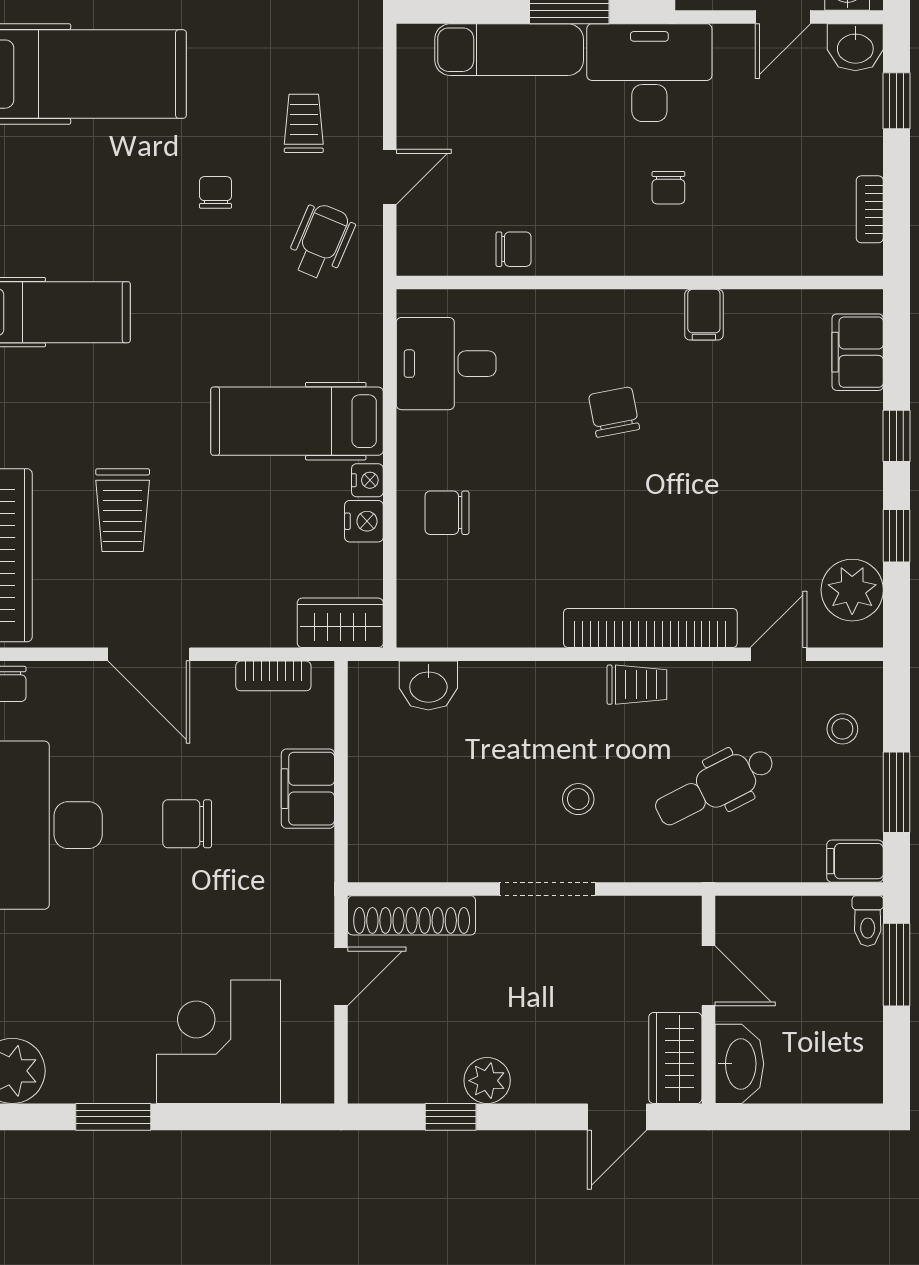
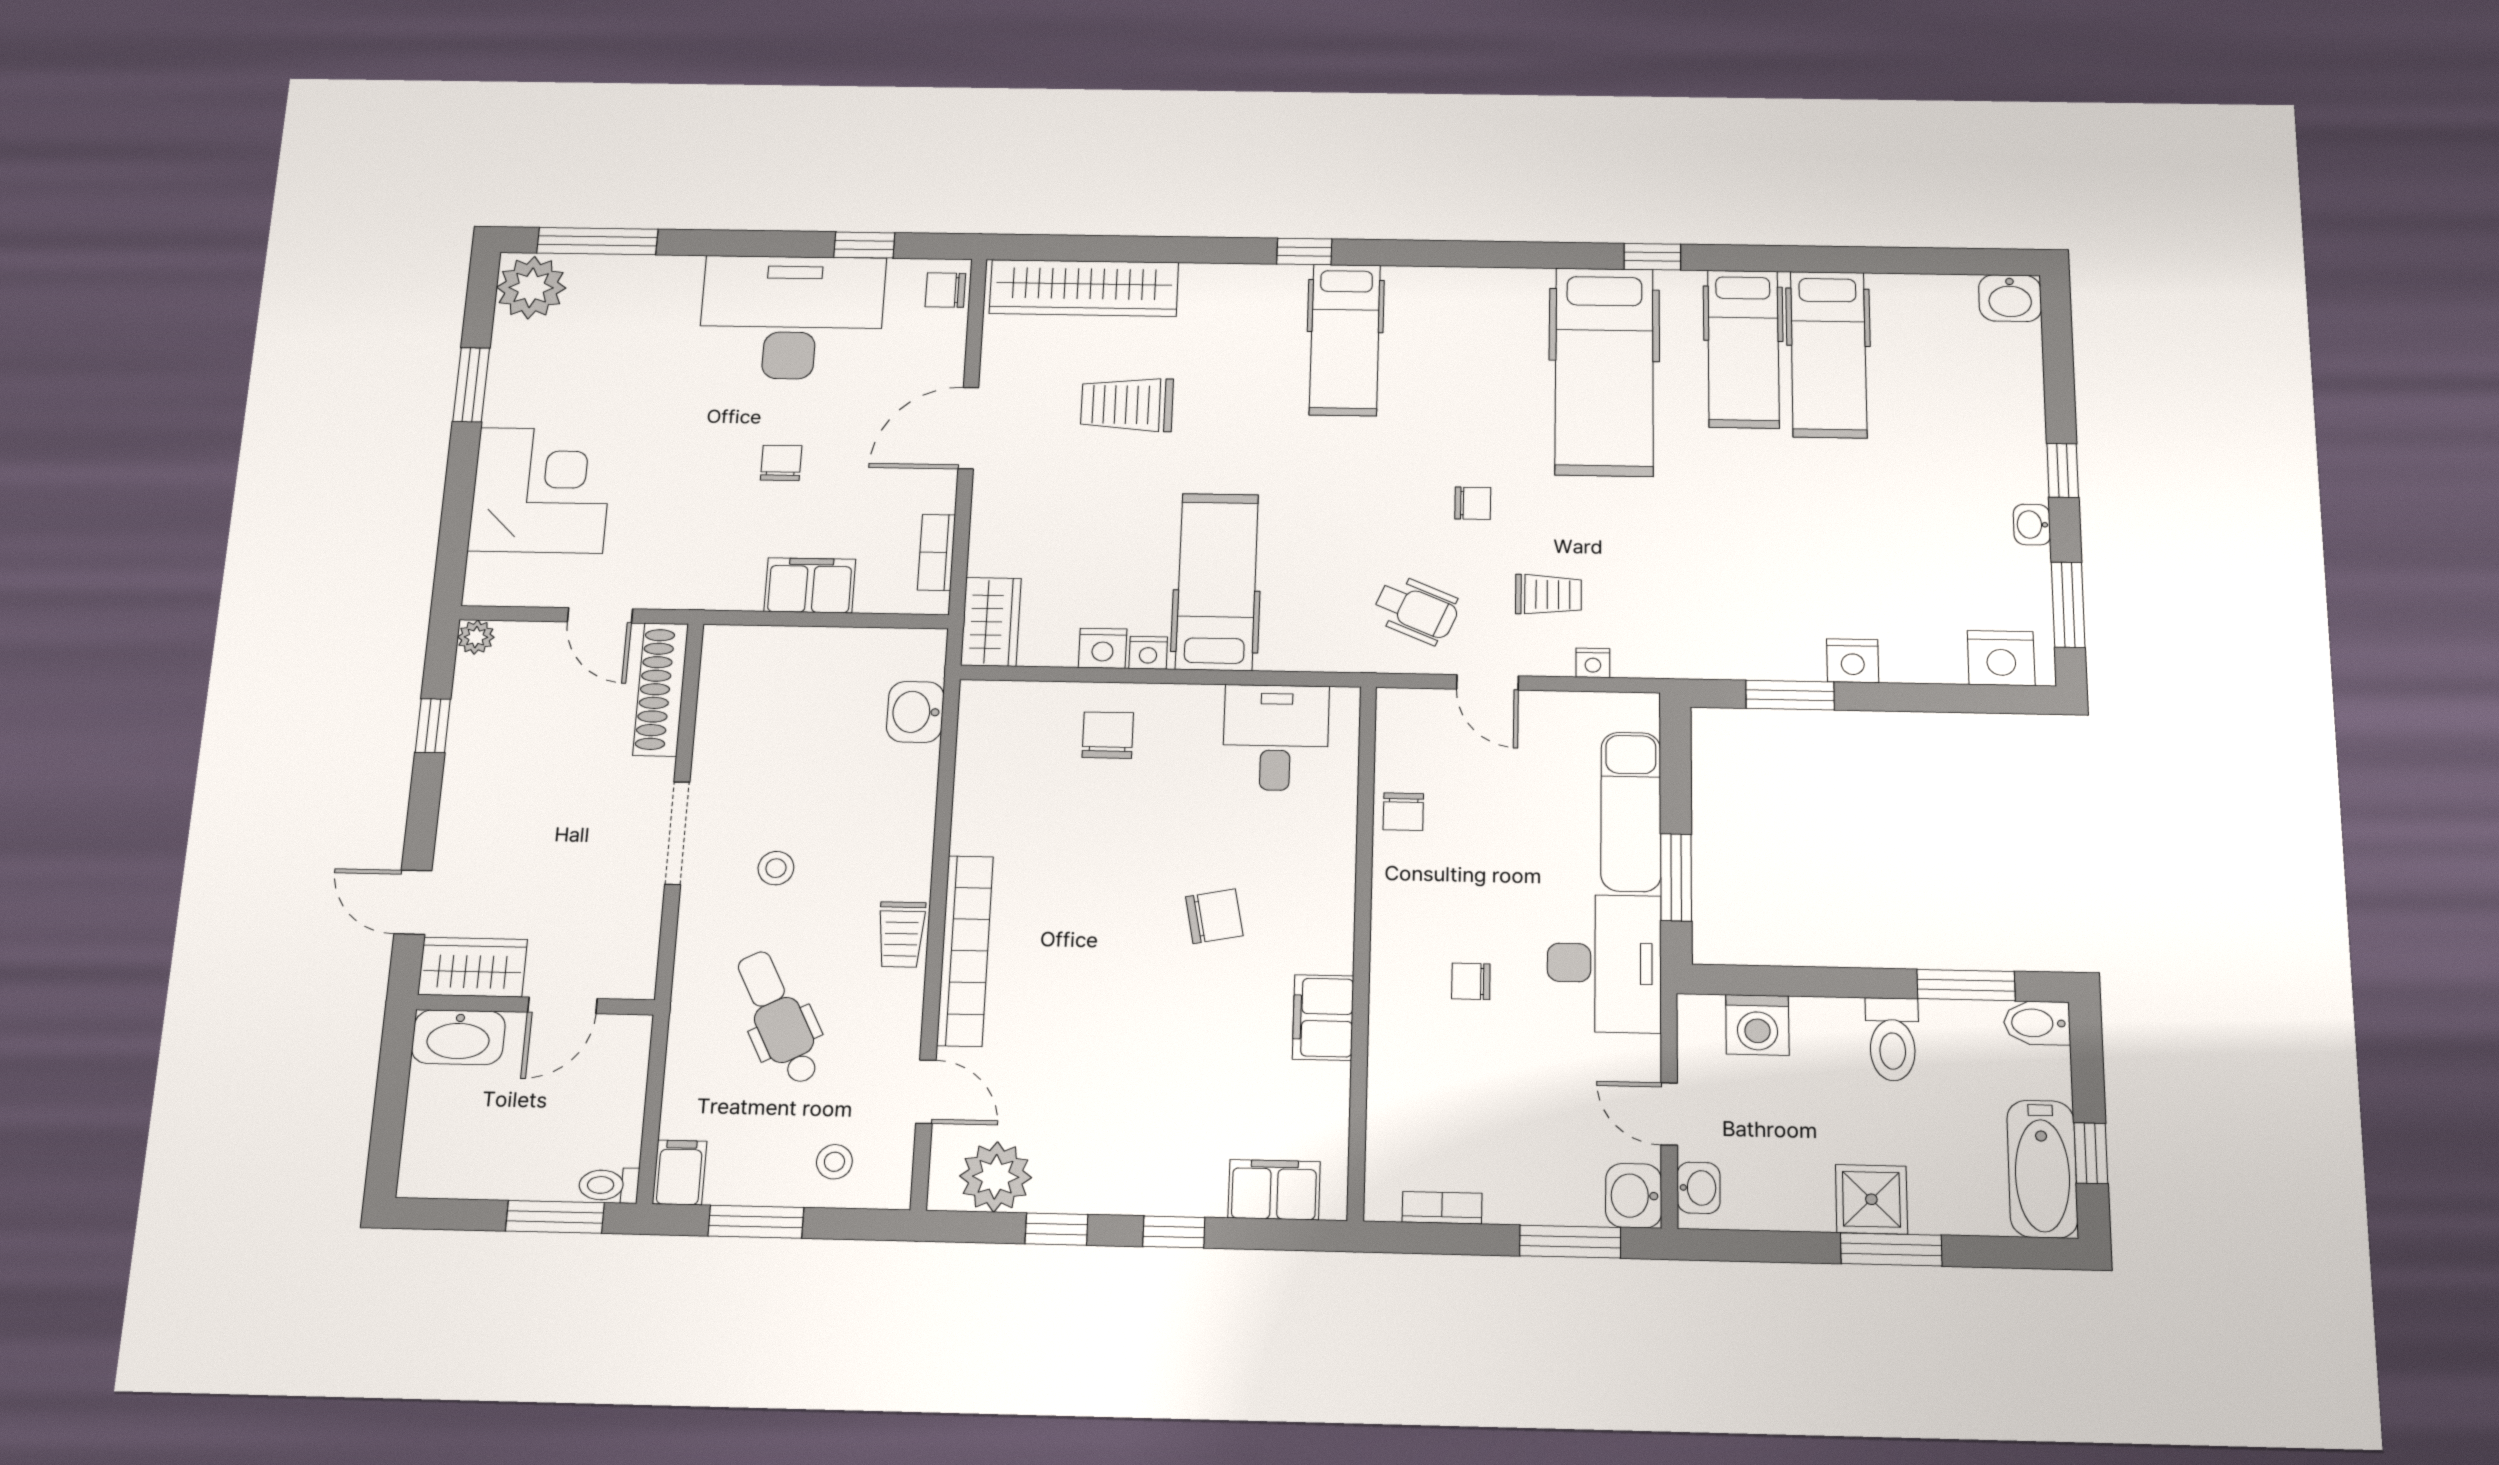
nightstand: (369, 83) -> (1593, 663), added
window: (897, 101) -> (1570, 1242), width x1.50
filing cabinet: (704, 315) -> (1323, 1017), width x2.00
chair: (187, 824) -> (781, 463), width x0.73, depth x0.73
plant: (487, 1081) -> (476, 637), moved, width x0.73, depth x0.73

